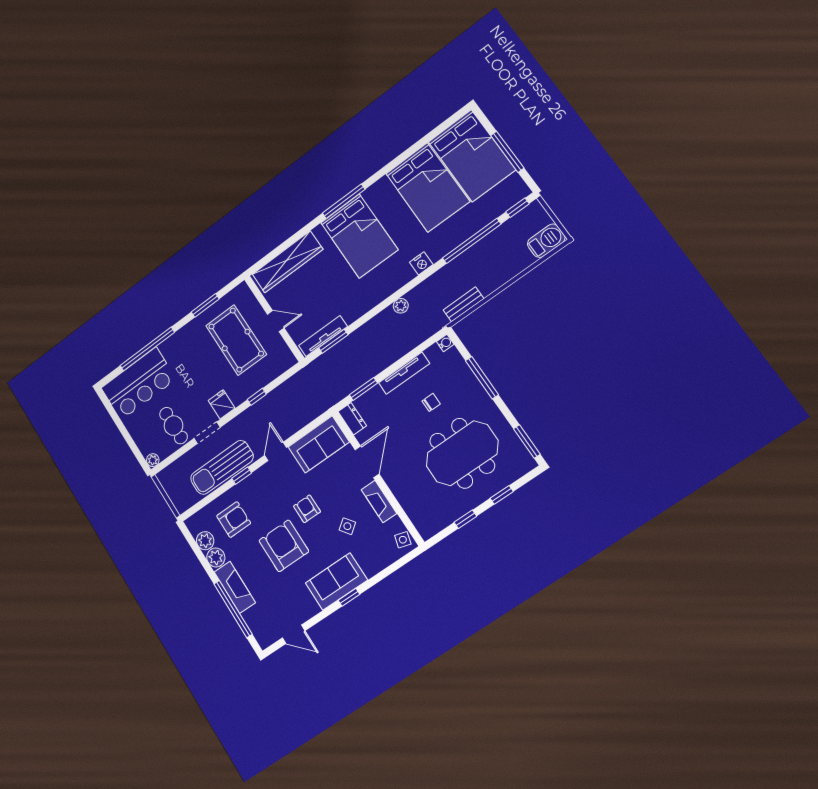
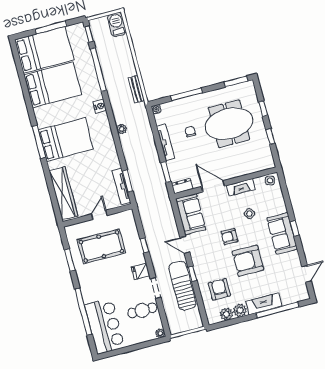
meeting table: (462, 453) -> (229, 124), turned 90
sun lounger: (222, 467) -> (182, 286), turned 180

